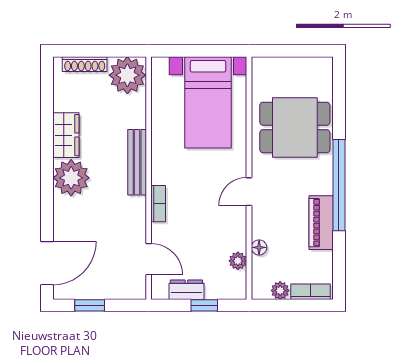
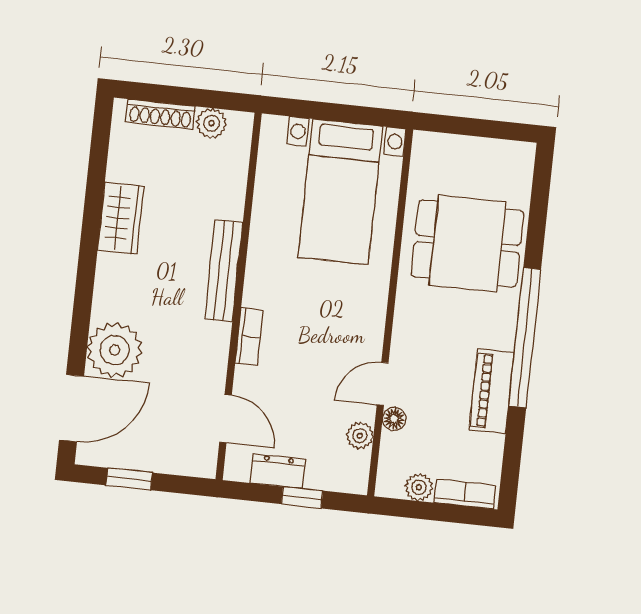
plant: (127, 75) -> (211, 123), width x0.53, depth x0.53
plant: (71, 178) -> (115, 350), moved
door: (249, 192) -> (383, 384), moved

